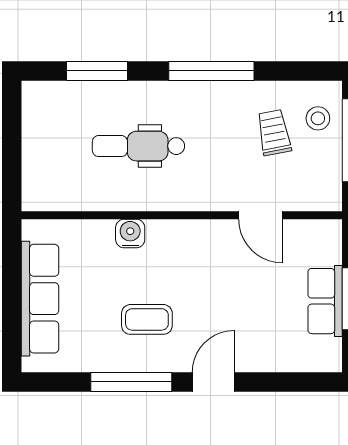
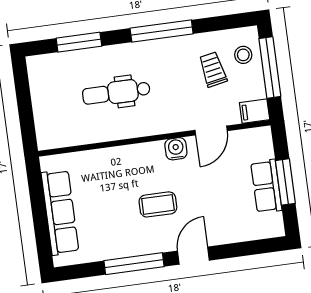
filing cabinet: (323, 197) -> (255, 111), added
door: (260, 215) -> (211, 130), hinge flipped
water cooler: (130, 234) -> (176, 149), moved
coffee table: (147, 319) -> (158, 204), moved

